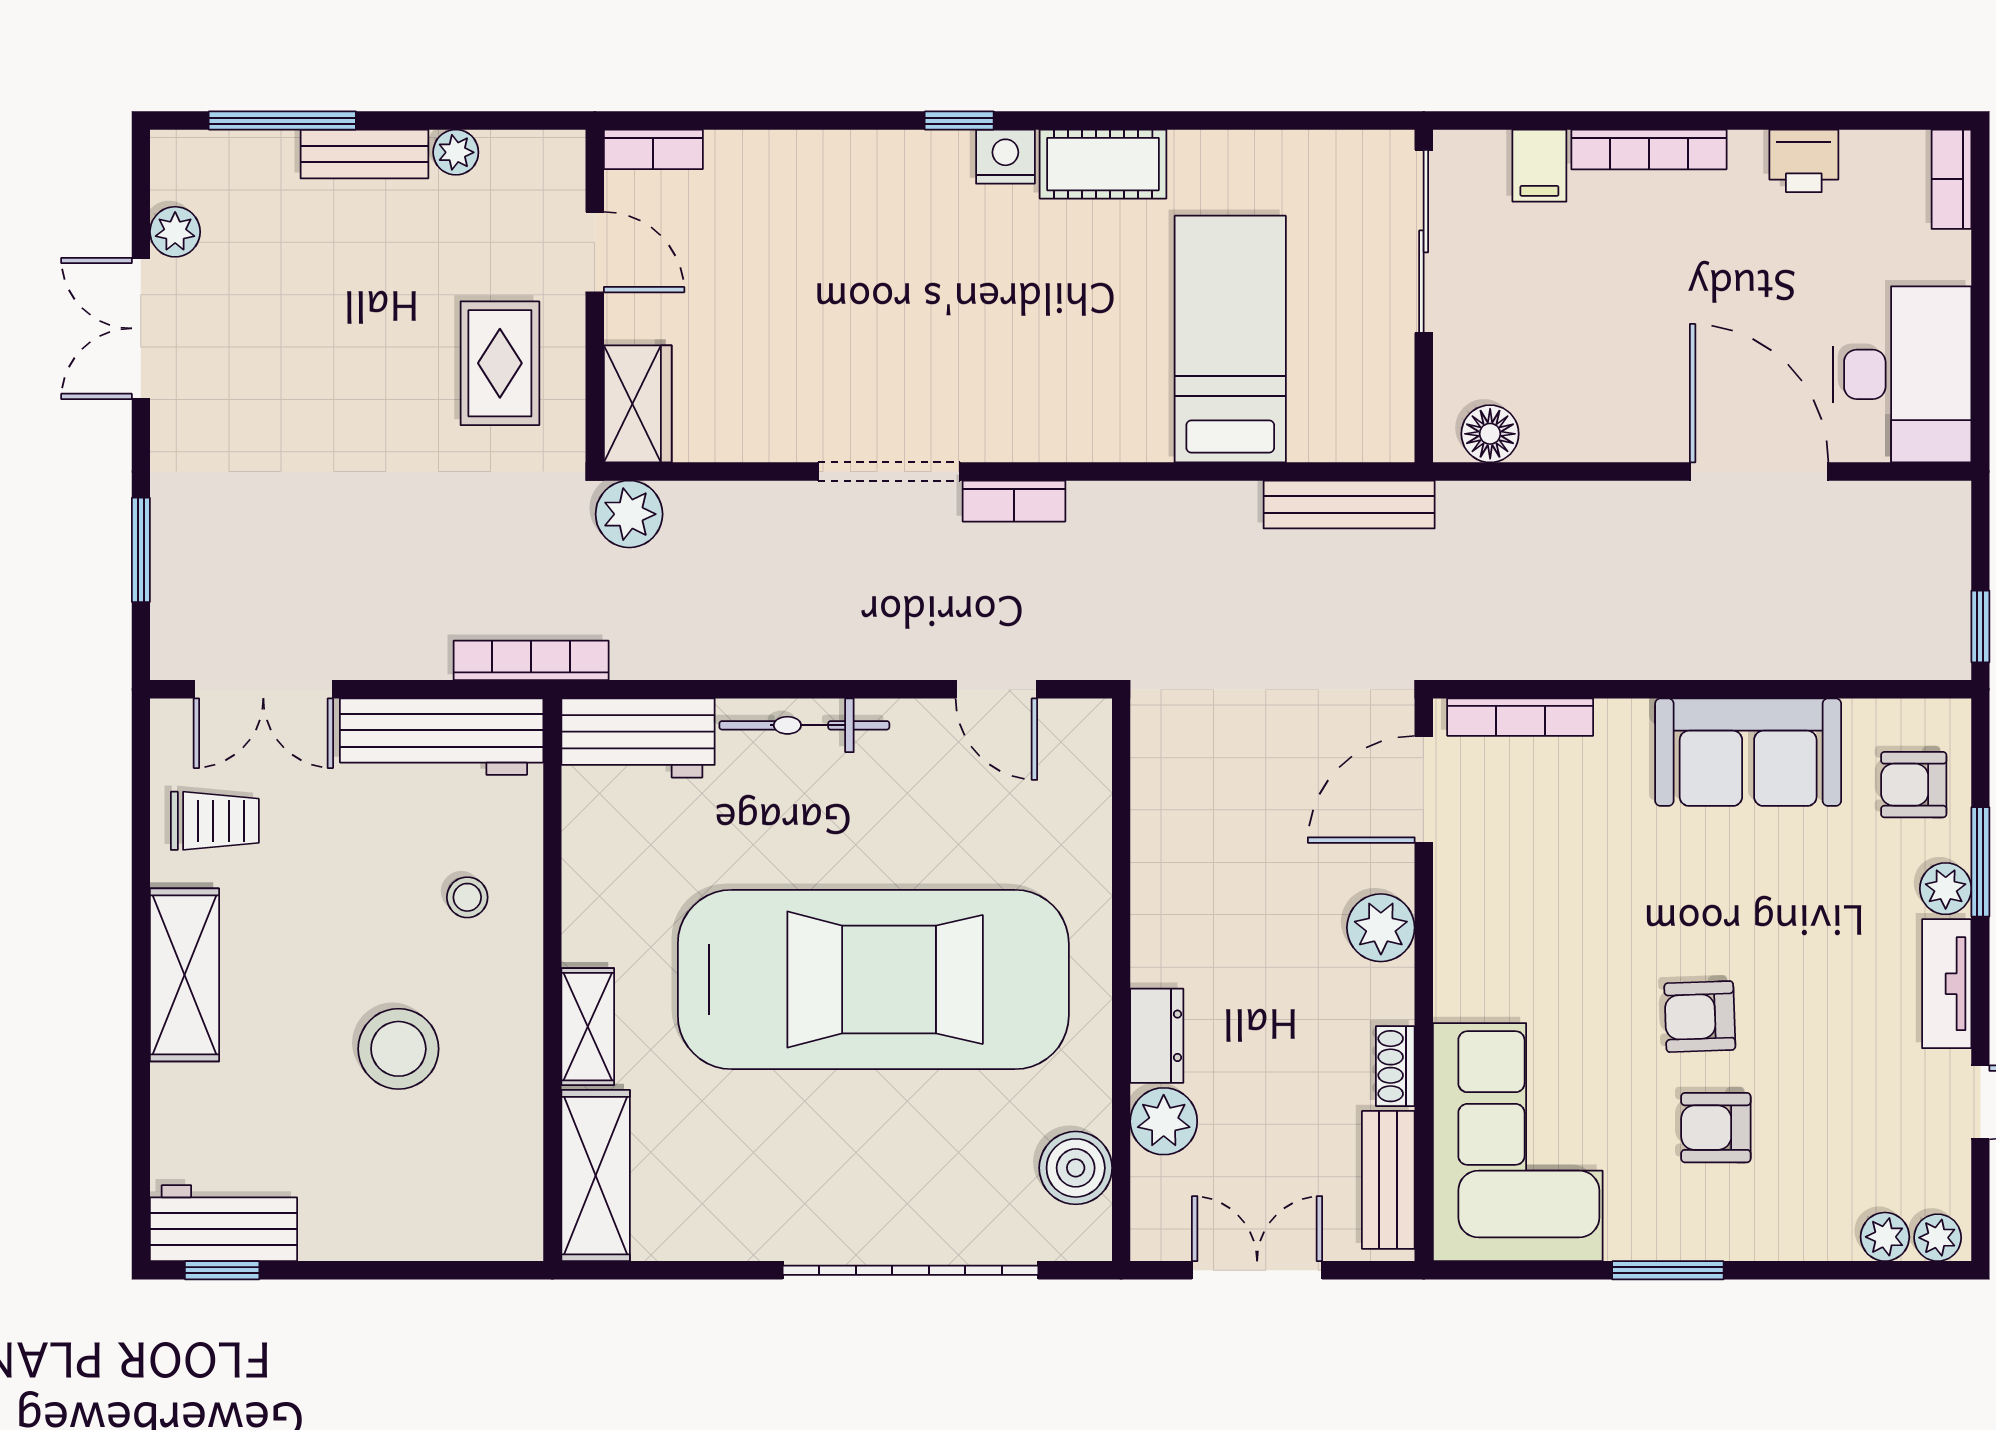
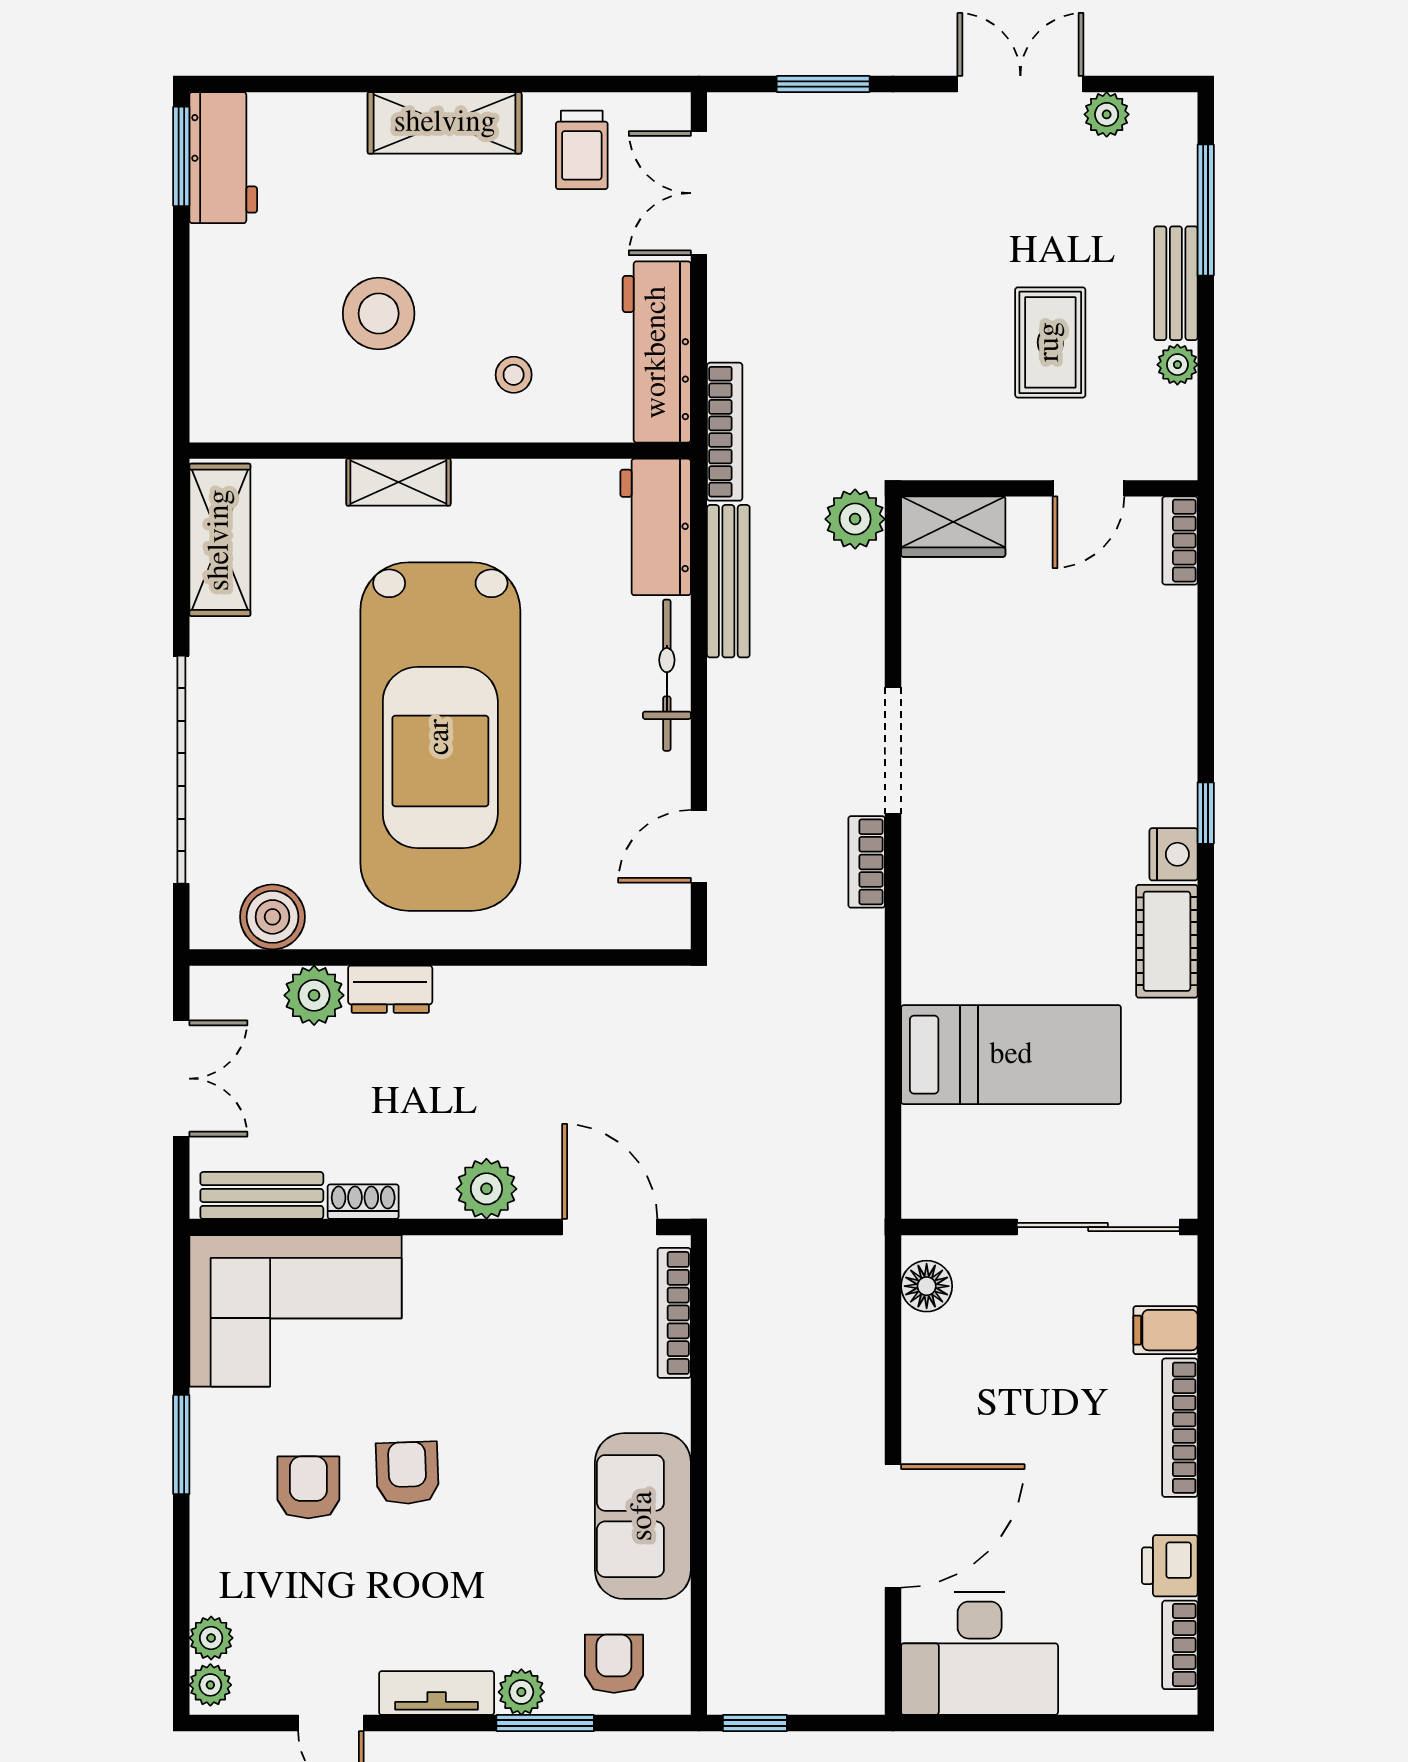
bookcase: (1951, 179) -> (1180, 1645), moved, turned -90
rug: (500, 363) -> (1050, 342), moved, turned 90
bench: (1349, 505) -> (728, 581), moved
shelving: (596, 1176) -> (220, 540), moved, turned 90
window: (222, 1270) -> (181, 156), width x1.50

